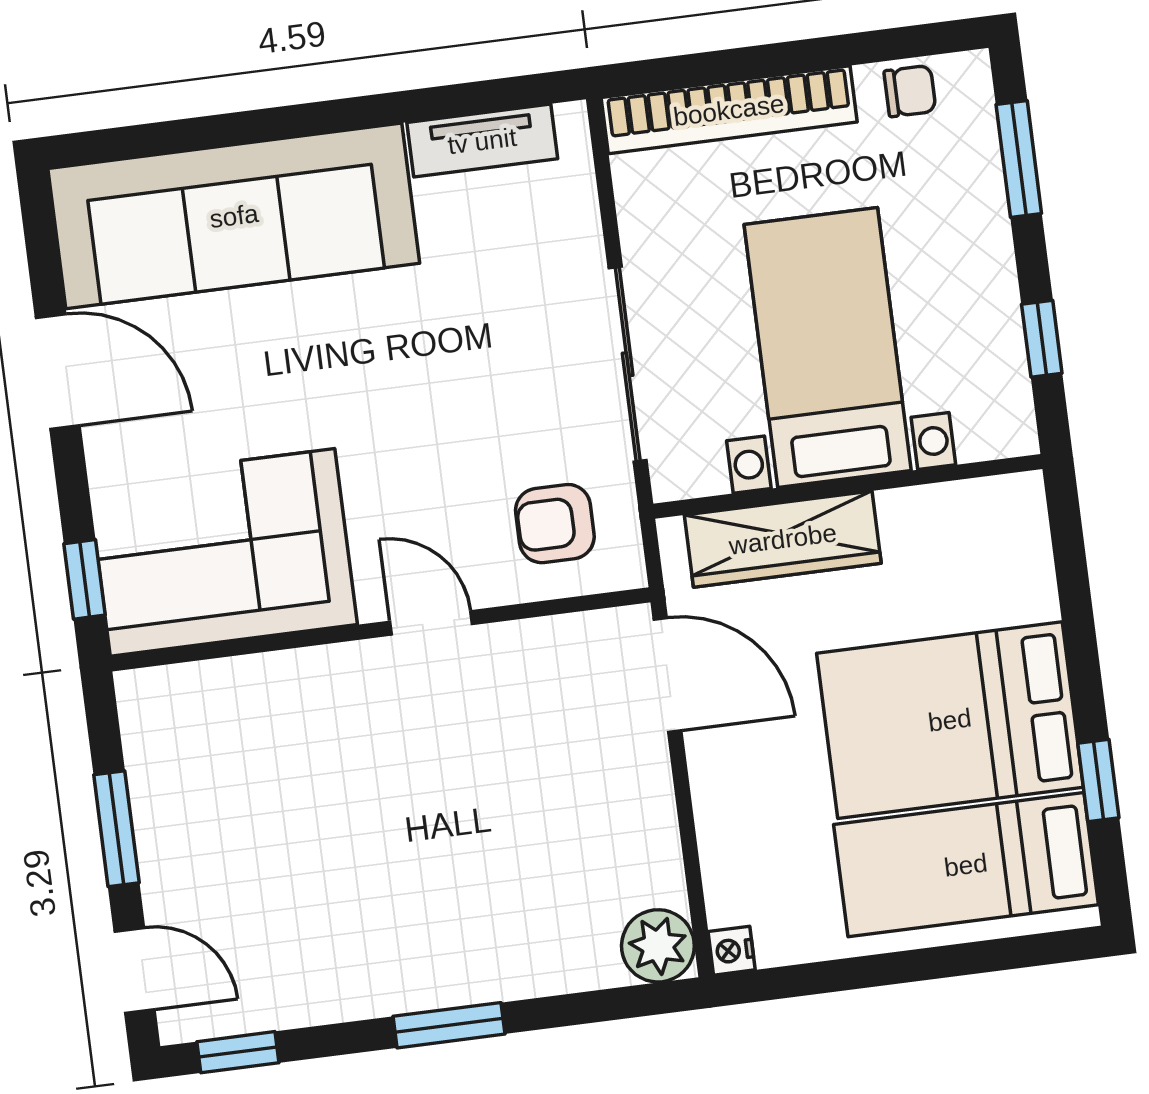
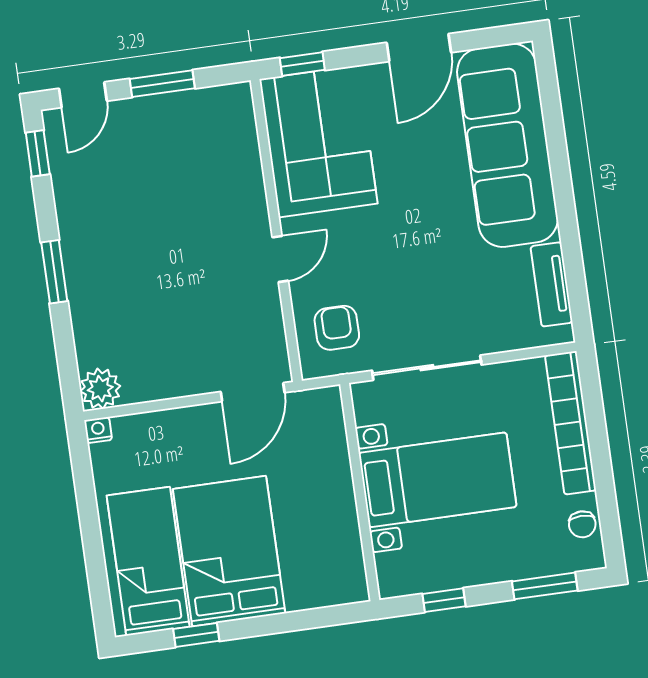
wardrobe: (783, 539) -> (330, 456), removed

